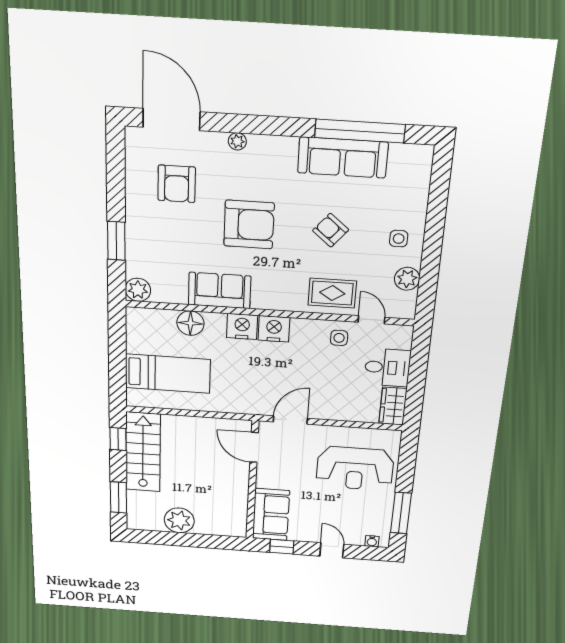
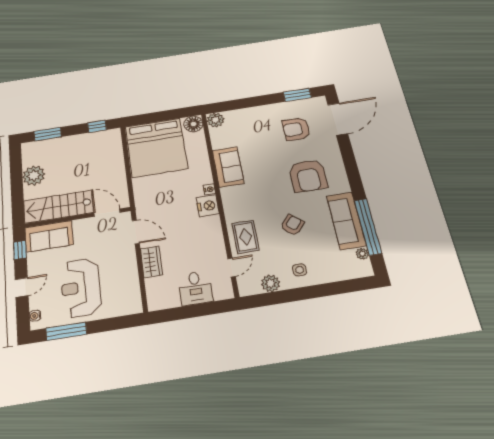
plant: (237, 141) -> (362, 254), moved
armchair: (249, 225) -> (308, 176), moved
window: (116, 241) -> (297, 95), moved
floor lamp: (190, 323) -> (193, 124), moved
nightstand: (242, 327) -> (209, 189), width x0.53, depth x0.56
side table: (339, 338) -> (211, 249), removed
bed: (168, 374) -> (156, 147), width x2.04
wardrobe: (393, 406) -> (151, 262), moved, turned 90
door: (254, 447) -> (107, 213), hinge flipped
stairs: (143, 452) -> (58, 207), moved, turned 180
reception desk: (355, 468) -> (81, 287), moved

